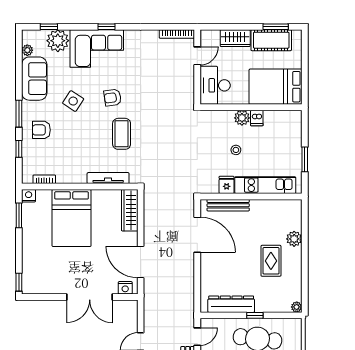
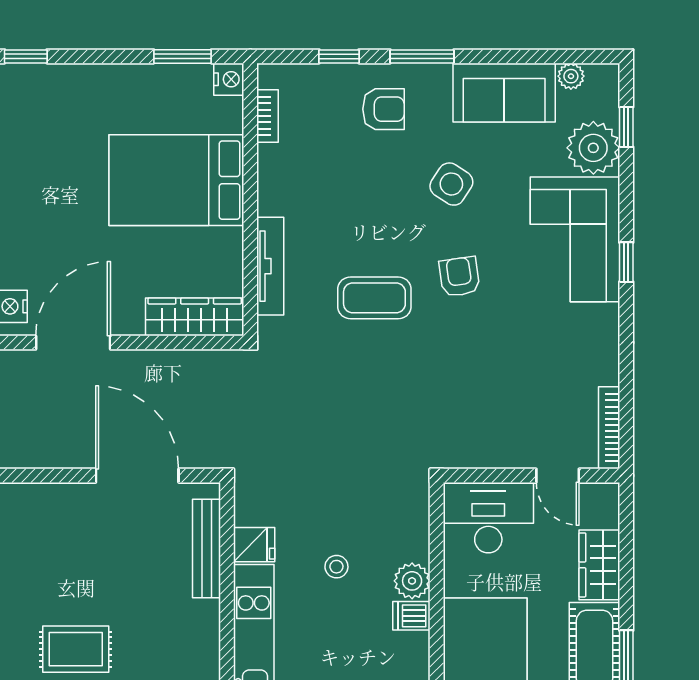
armchair: (41, 130) -> (383, 109), turned 90
door: (197, 235) -> (137, 476), swing flipped

